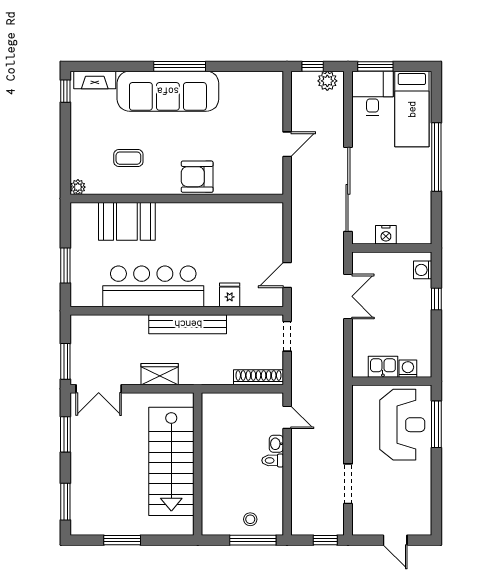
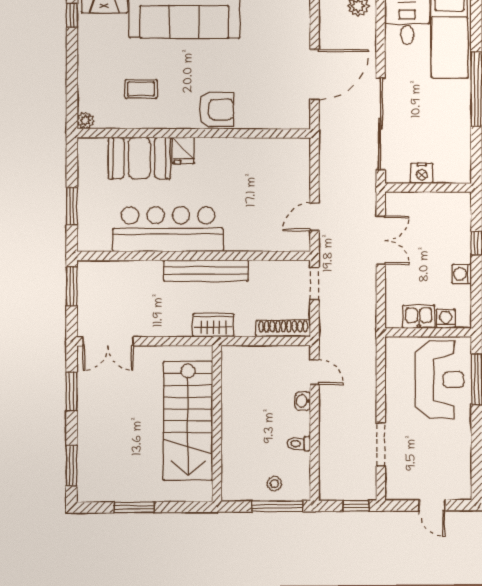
door: (287, 144) -> (314, 75), width x1.88
armchair: (197, 177) -> (216, 110), turned 180
washing machine: (423, 270) -> (462, 274), moved
fridge: (230, 295) -> (183, 150), moved, turned 180
window: (65, 361) -> (72, 286), moved
wardrobe: (160, 374) -> (213, 325), moved
toilet: (273, 460) -> (299, 444), moved

